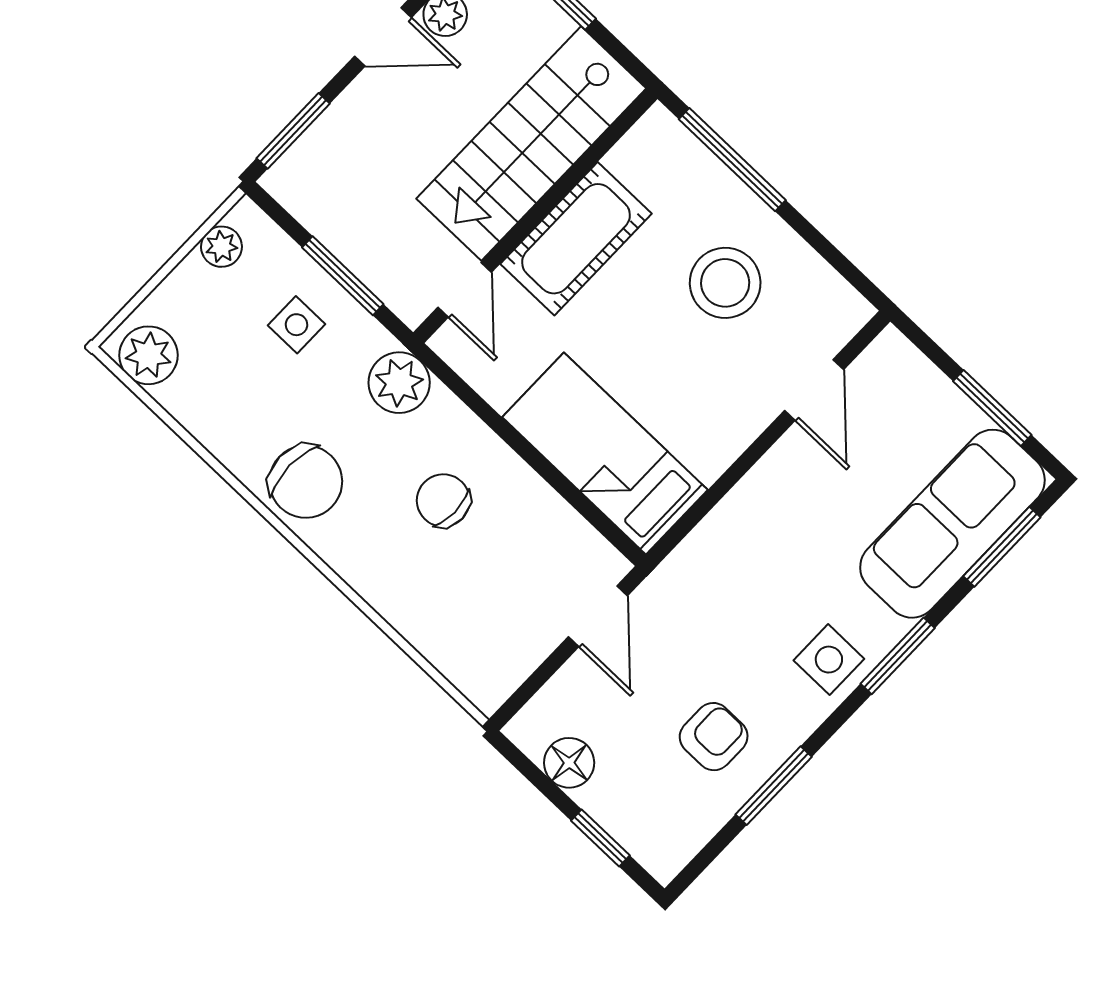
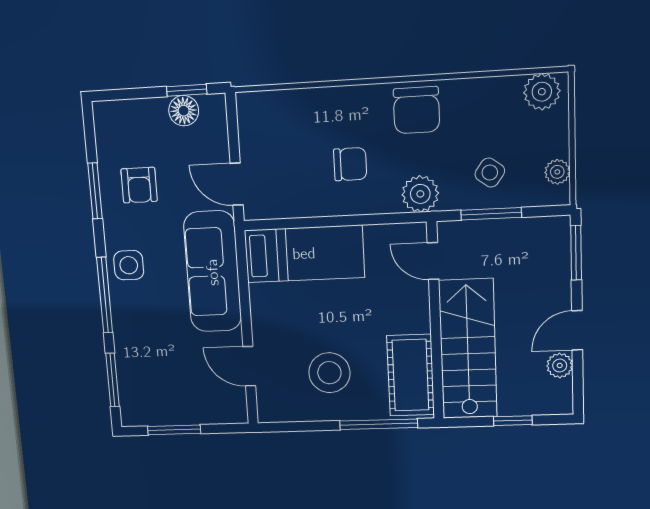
cot: (576, 239) -> (411, 375), moved
side table: (296, 325) -> (490, 173), turned 36
chair: (306, 482) -> (416, 110), turned -90
sofa: (952, 524) -> (213, 272), moved, turned 180
window: (898, 656) -> (105, 295), width x1.44
window: (600, 838) -> (187, 90), moved

